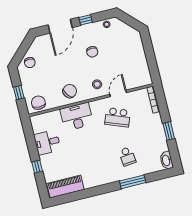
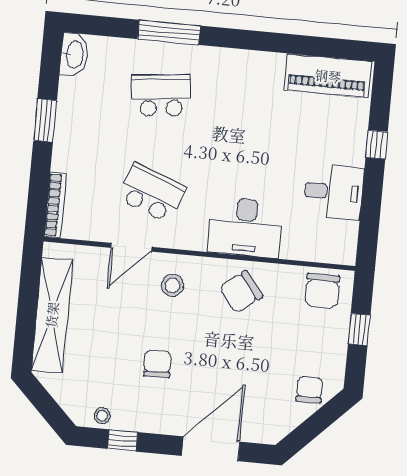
window: (86, 20) -> (123, 440), moved
shelving: (140, 56) -> (52, 315), added
school desk: (127, 156) -> (161, 95), width x1.85

